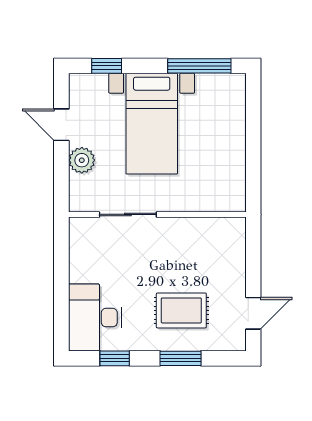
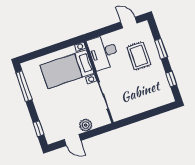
bed with nightstands: (152, 124) -> (67, 69), moved, turned 180
door: (61, 125) -> (73, 140), hinge flipped
desk: (95, 318) -> (103, 52), moved, turned 90

